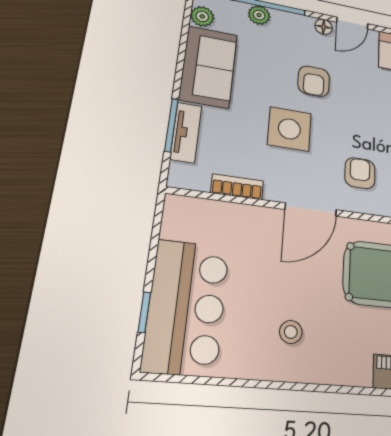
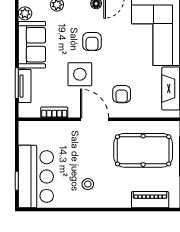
armchair: (360, 173) -> (122, 94), turned 180
door: (311, 210) -> (95, 119), swing flipped

